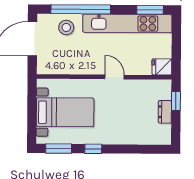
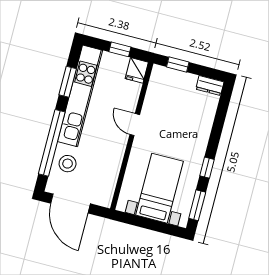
window: (150, 10) -> (68, 82), moved
window: (176, 48) -> (120, 49), added
door: (115, 77) -> (135, 125), hinge flipped
dresser: (165, 112) -> (210, 86), moved

